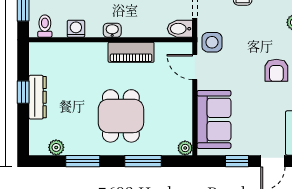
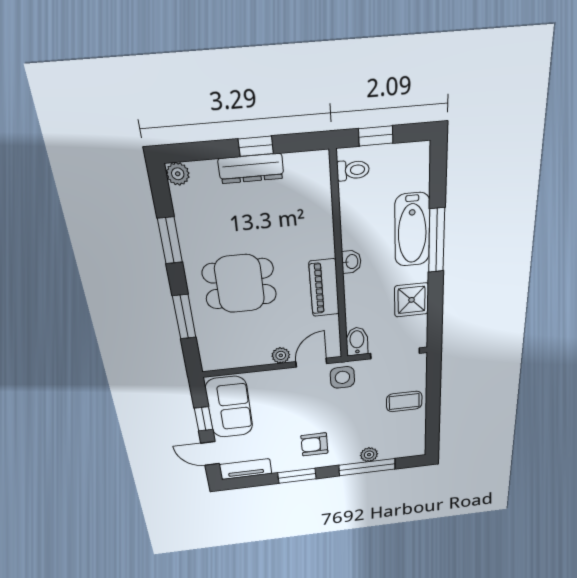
washing machine: (76, 29) -> (351, 214), removed
sofa: (214, 119) -> (229, 407), moved, turned -90
plant: (56, 147) -> (178, 174), moved
plant: (185, 148) -> (281, 355), moved

